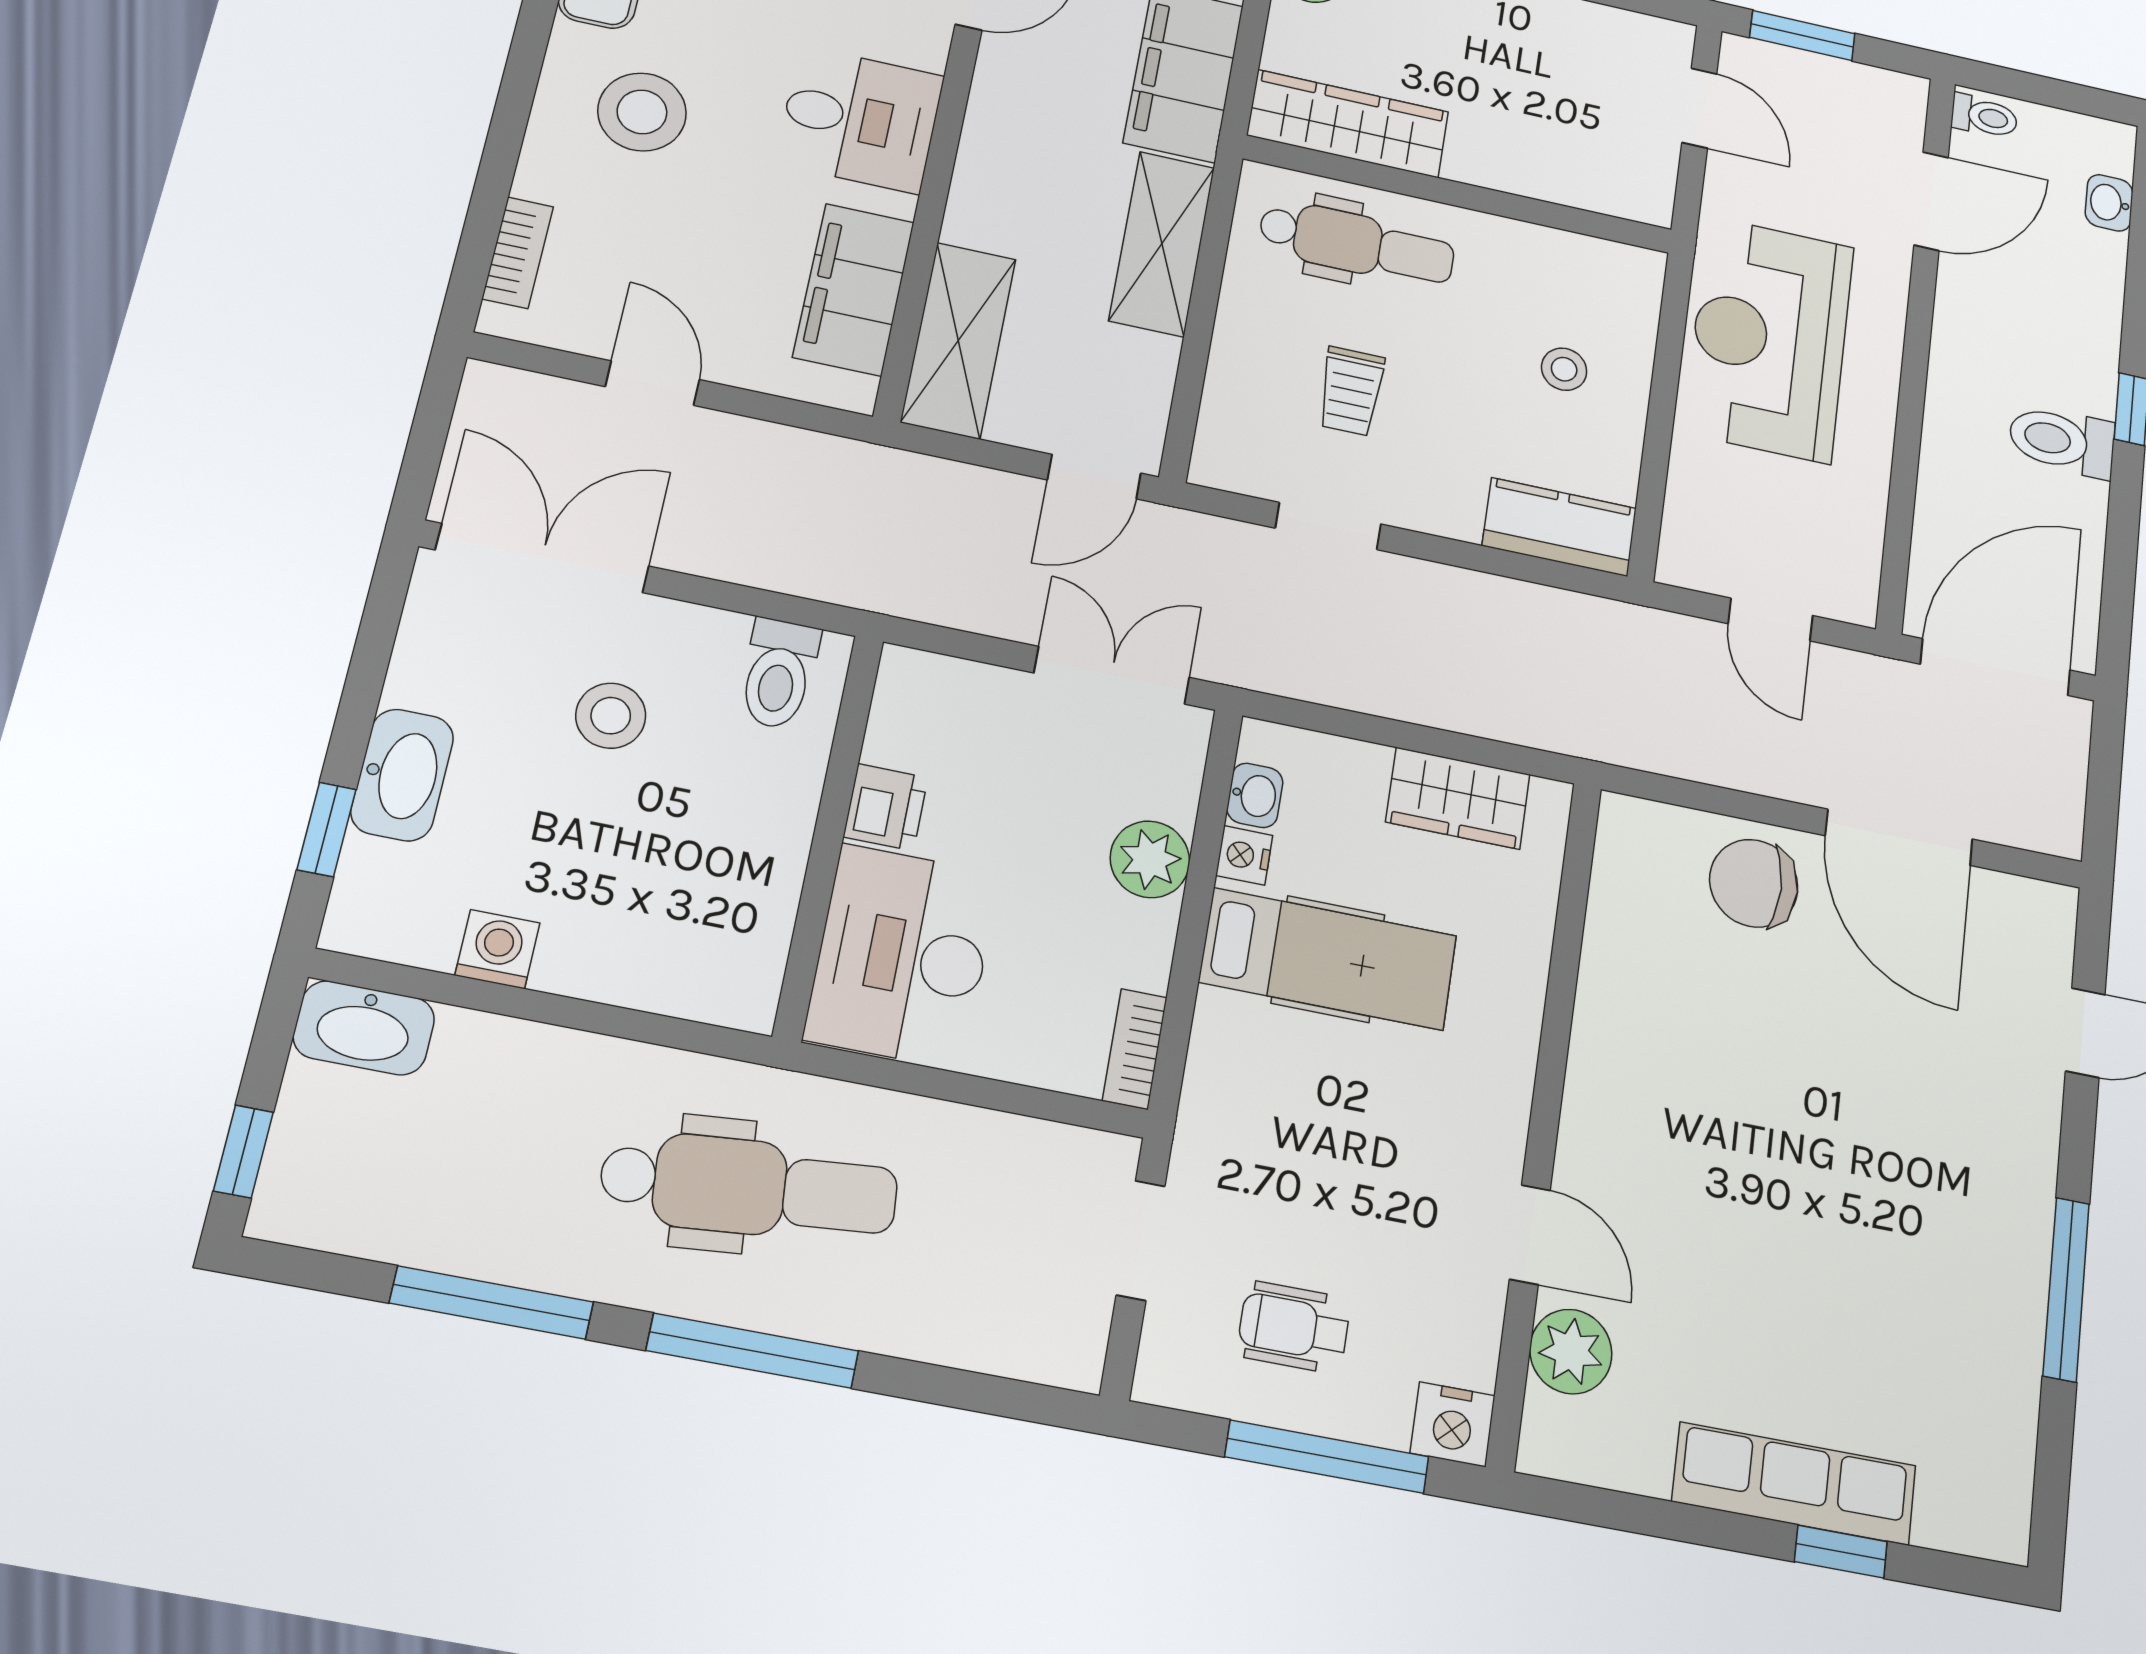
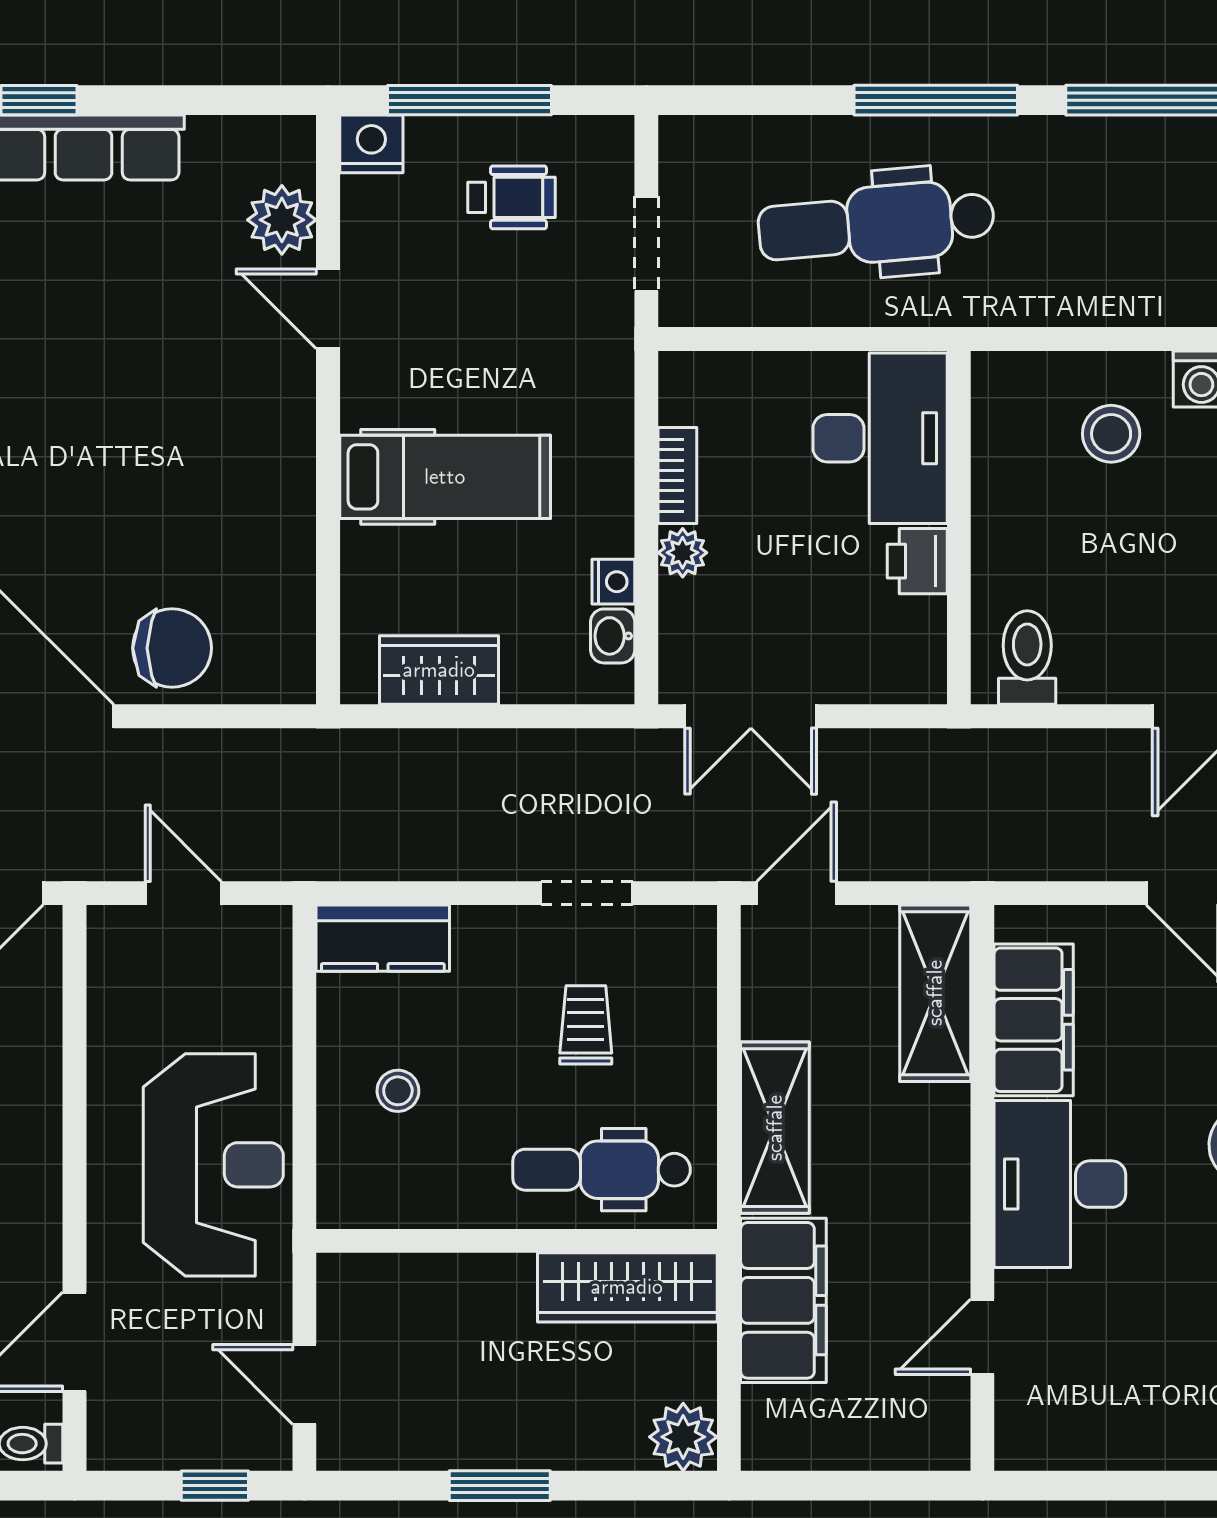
window: (1802, 35) -> (215, 1486), width x0.67
desk: (860, 120) -> (1060, 1184), width x1.37
stool: (611, 716) -> (1111, 434), moved
plant: (1150, 859) -> (683, 553), width x0.73, depth x0.73
hospital bed: (1328, 959) -> (445, 477), moved, turned 180
bookcase: (1135, 1049) -> (677, 475), moved
dental chair: (749, 1187) -> (876, 224), moved

